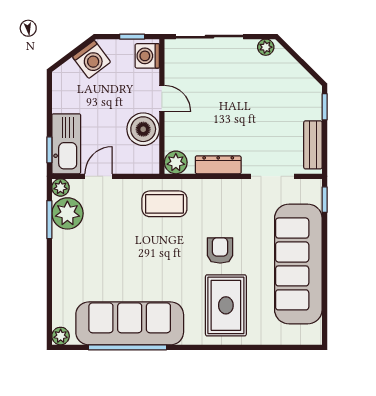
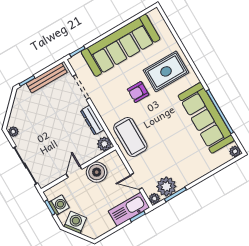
washing machine: (147, 56) -> (59, 205), moved, turned -90
bench: (313, 145) -> (47, 78), width x1.36
coffee table: (164, 204) -> (130, 137), width x1.36, depth x1.32

